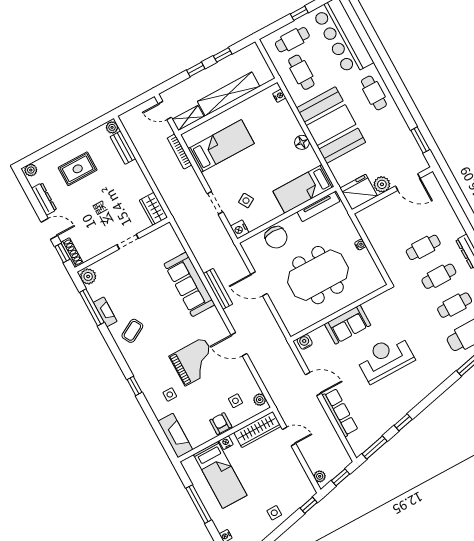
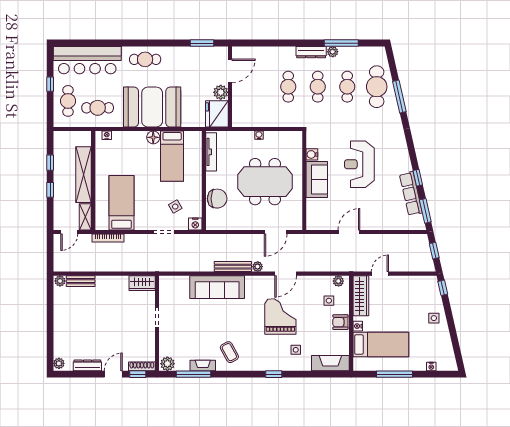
rug: (78, 169) -> (78, 326), removed
bed: (303, 189) -> (172, 156), moved
meeting table: (318, 275) -> (265, 182), turned 90
door: (259, 284) -> (276, 232), moved
water cooler: (305, 342) -> (312, 154), moved
row of seats: (340, 412) -> (411, 194), moved, turned -103
plant: (320, 476) -> (258, 267), moved

